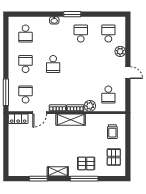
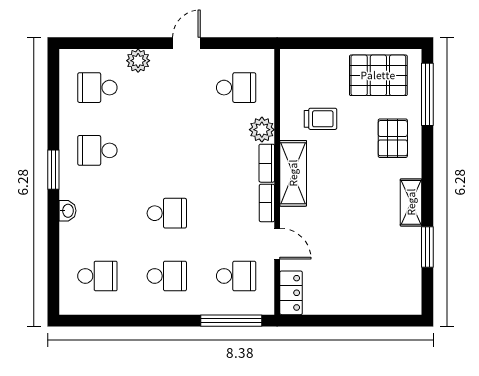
school desk: (26, 64) -> (167, 276), turned 180
school desk: (26, 95) -> (236, 276), turned 180
trolley: (112, 132) -> (320, 119), moved
pallet: (114, 157) -> (378, 75), width x1.50, depth x1.42
window: (84, 179) -> (427, 94), moved

